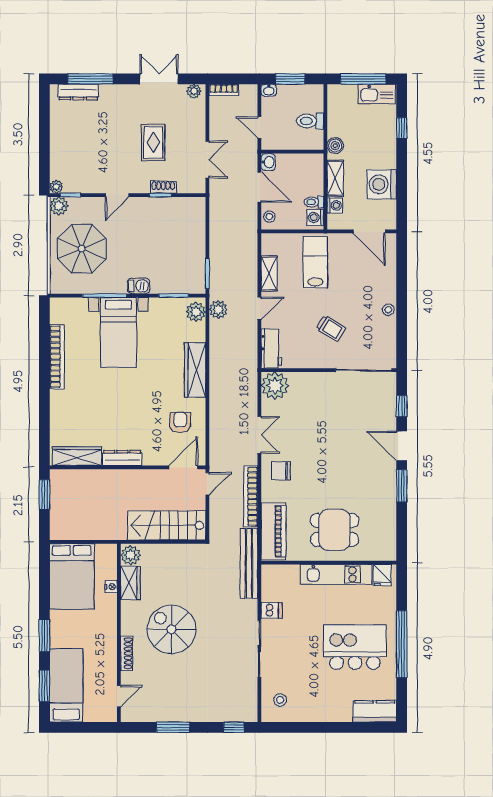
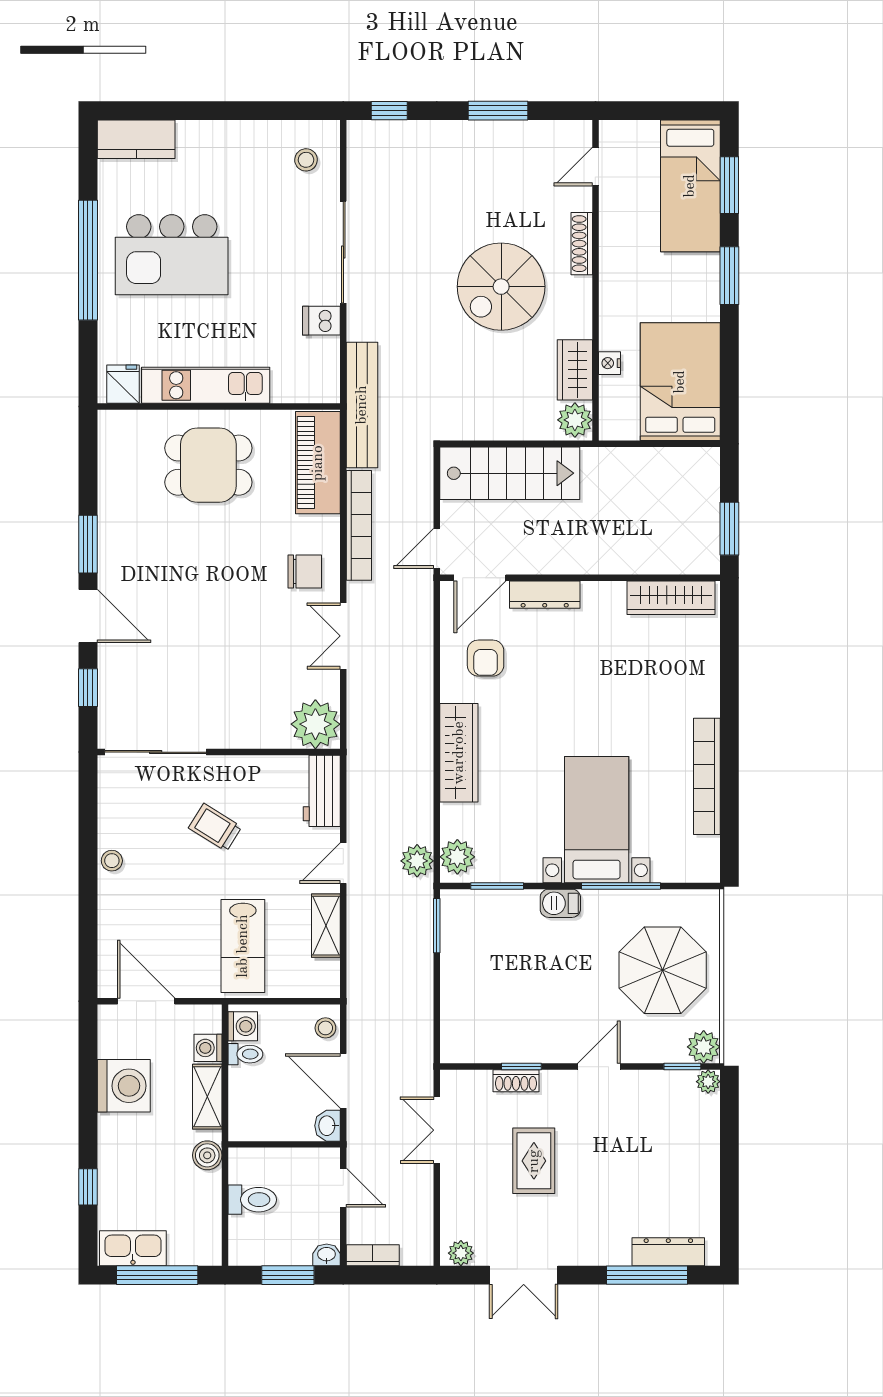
bookcase: (224, 90) -> (373, 1255), moved
dresser: (122, 458) -> (545, 595), moved
spiral stairs: (172, 629) -> (501, 287), turned 90

